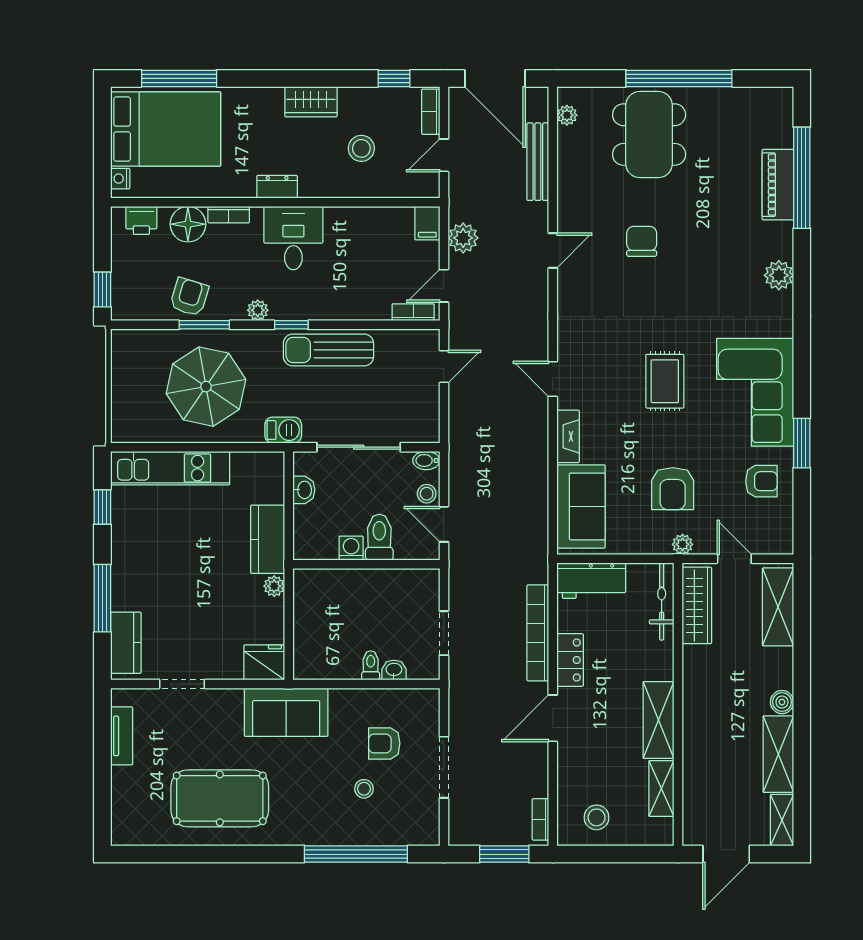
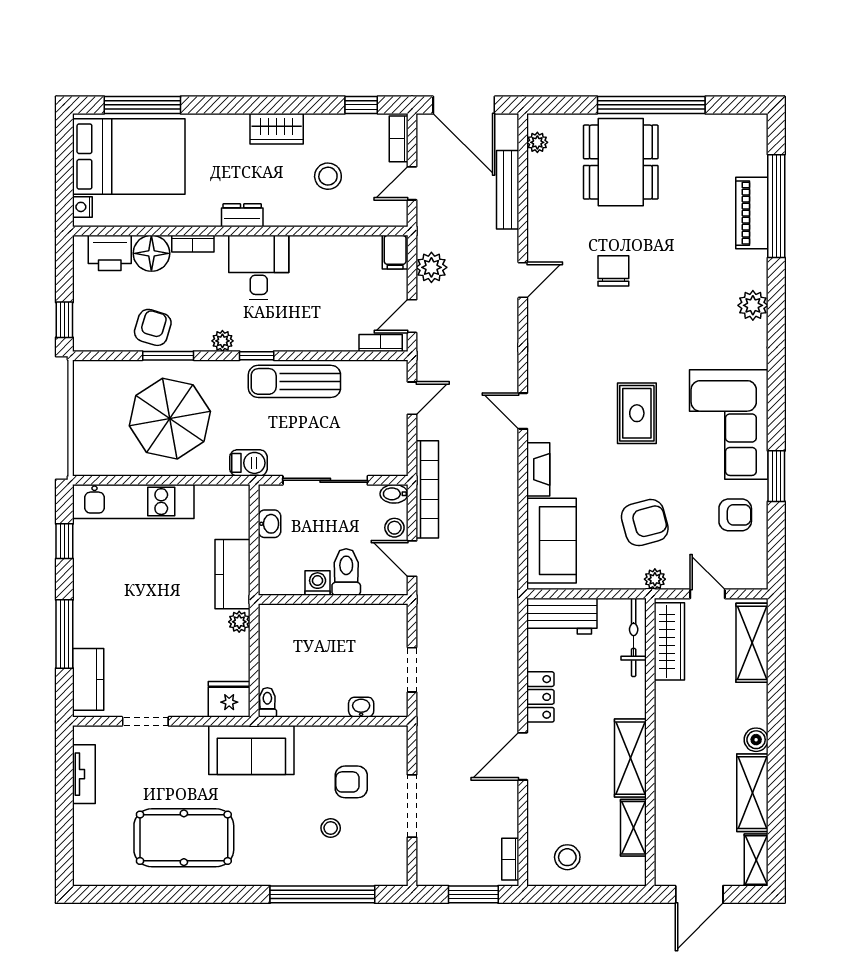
printer: (141, 220) -> (110, 253), width x1.36, depth x1.24
armchair: (673, 489) -> (645, 523), turned -105
bookcase: (538, 633) -> (427, 489), moved, turned 180
toilet: (371, 665) -> (267, 702), moved

